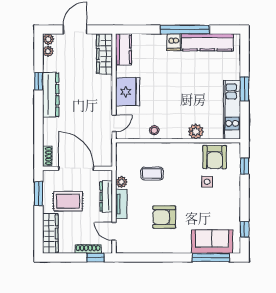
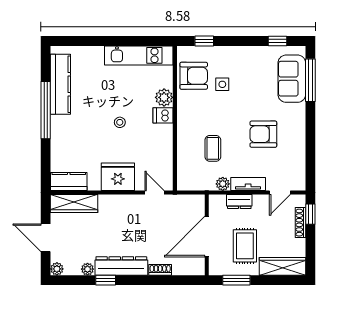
dishwasher: (174, 42) -> (163, 115), moved, turned 180
plant: (48, 51) -> (87, 269), moved
window: (245, 89) -> (115, 41), removed
stool: (154, 130) -> (120, 122), moved
shoe rack: (47, 156) -> (160, 270), moved
dresser: (106, 196) -> (239, 202), width x0.70
armchair: (164, 217) -> (263, 134), turned 90

